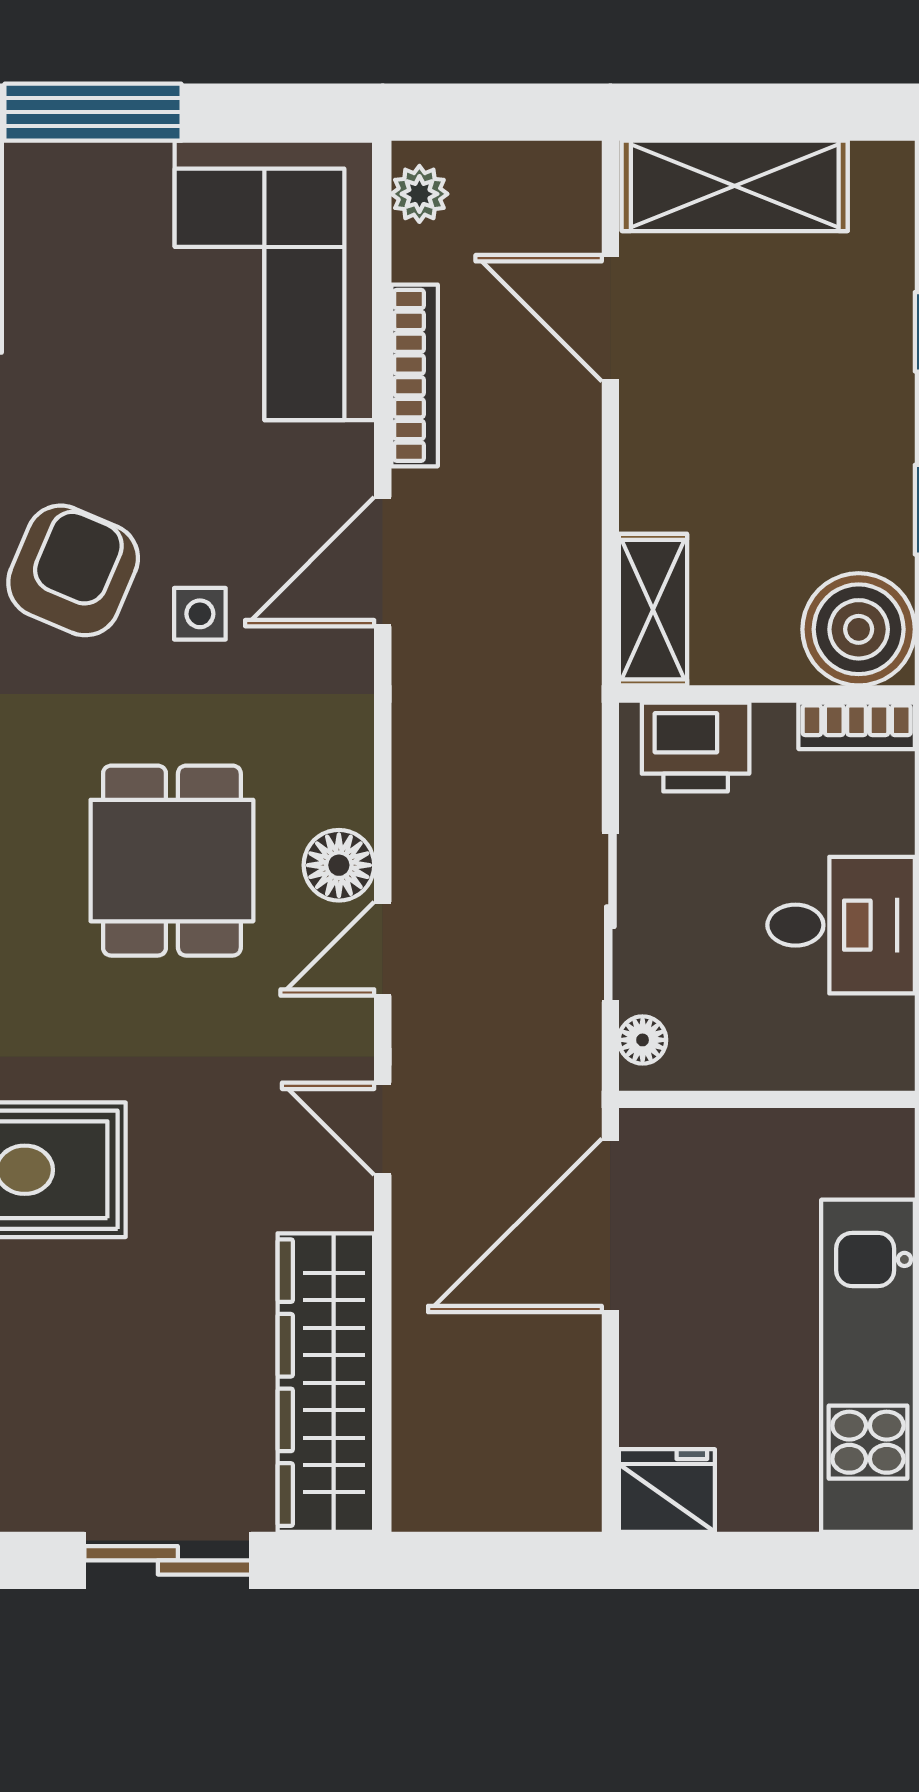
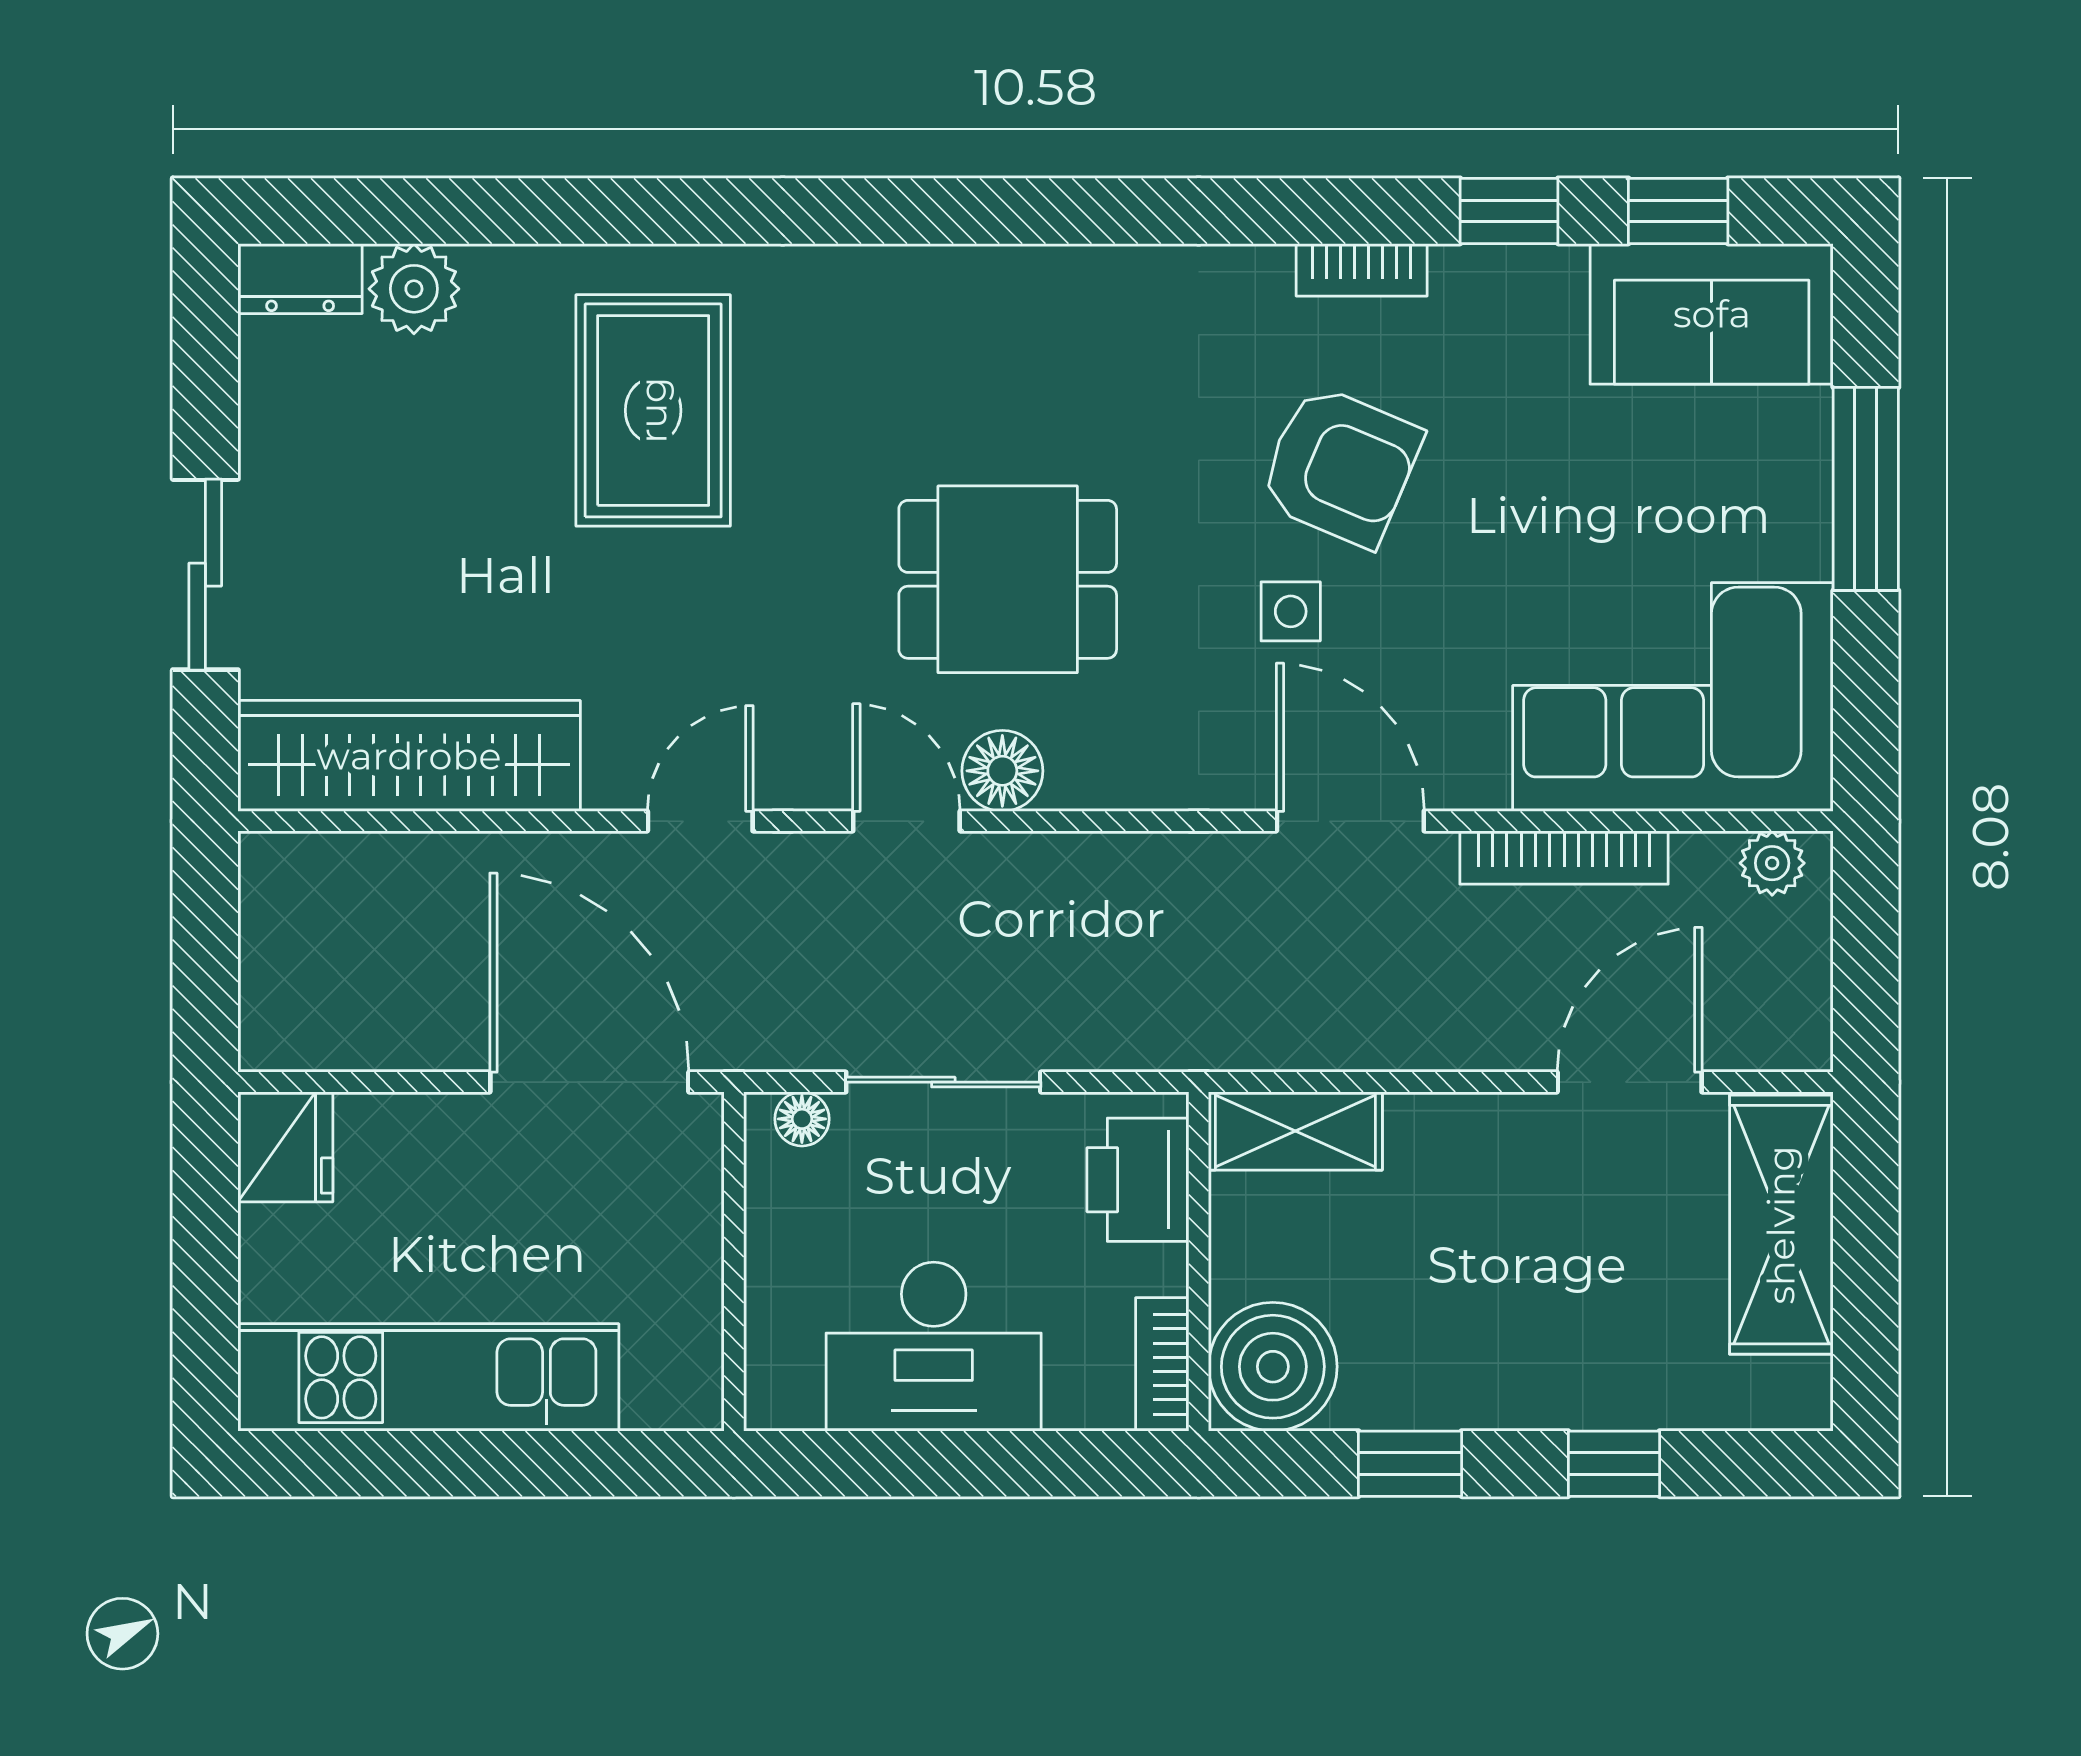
desk: (841, 925) -> (934, 1347), width x1.37

